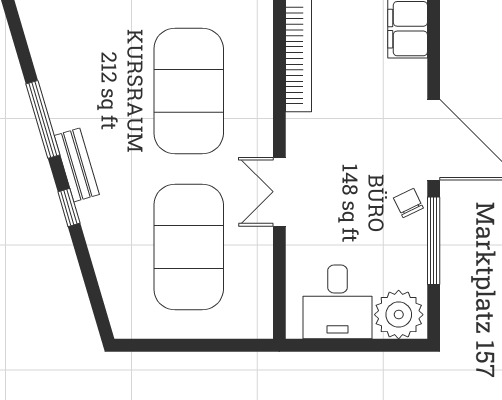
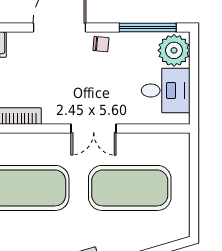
chair: (408, 203) -> (101, 44), turned -149
window: (434, 241) -> (148, 28), moved

